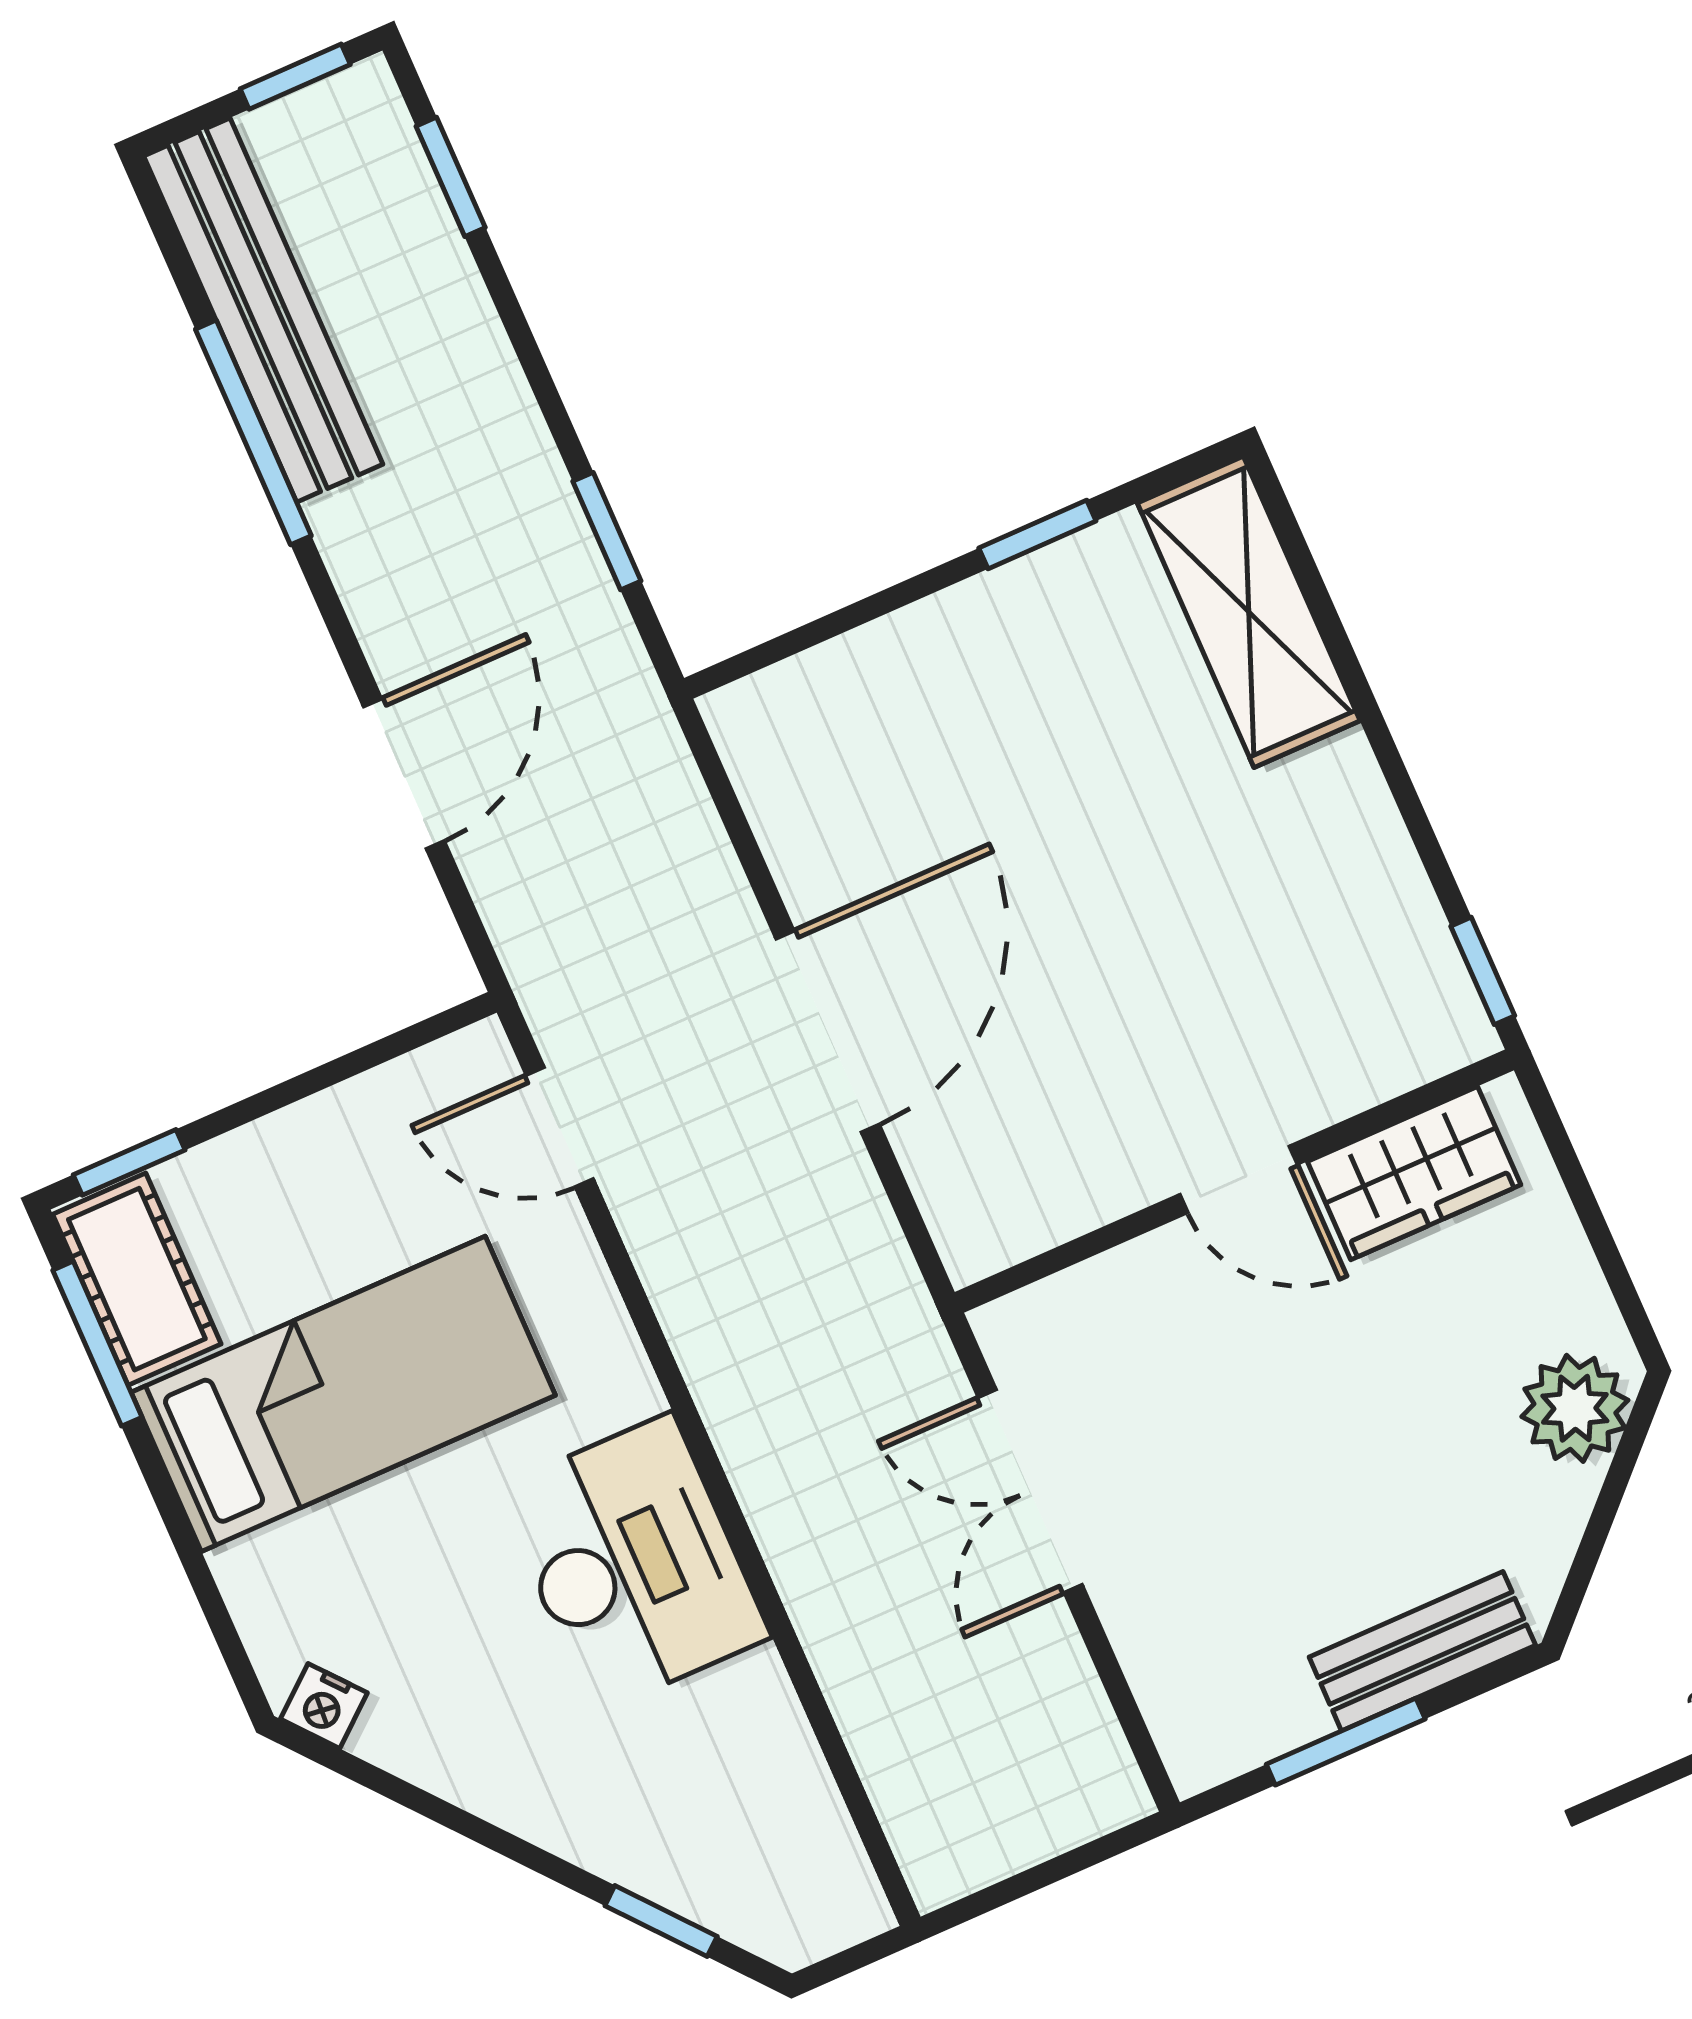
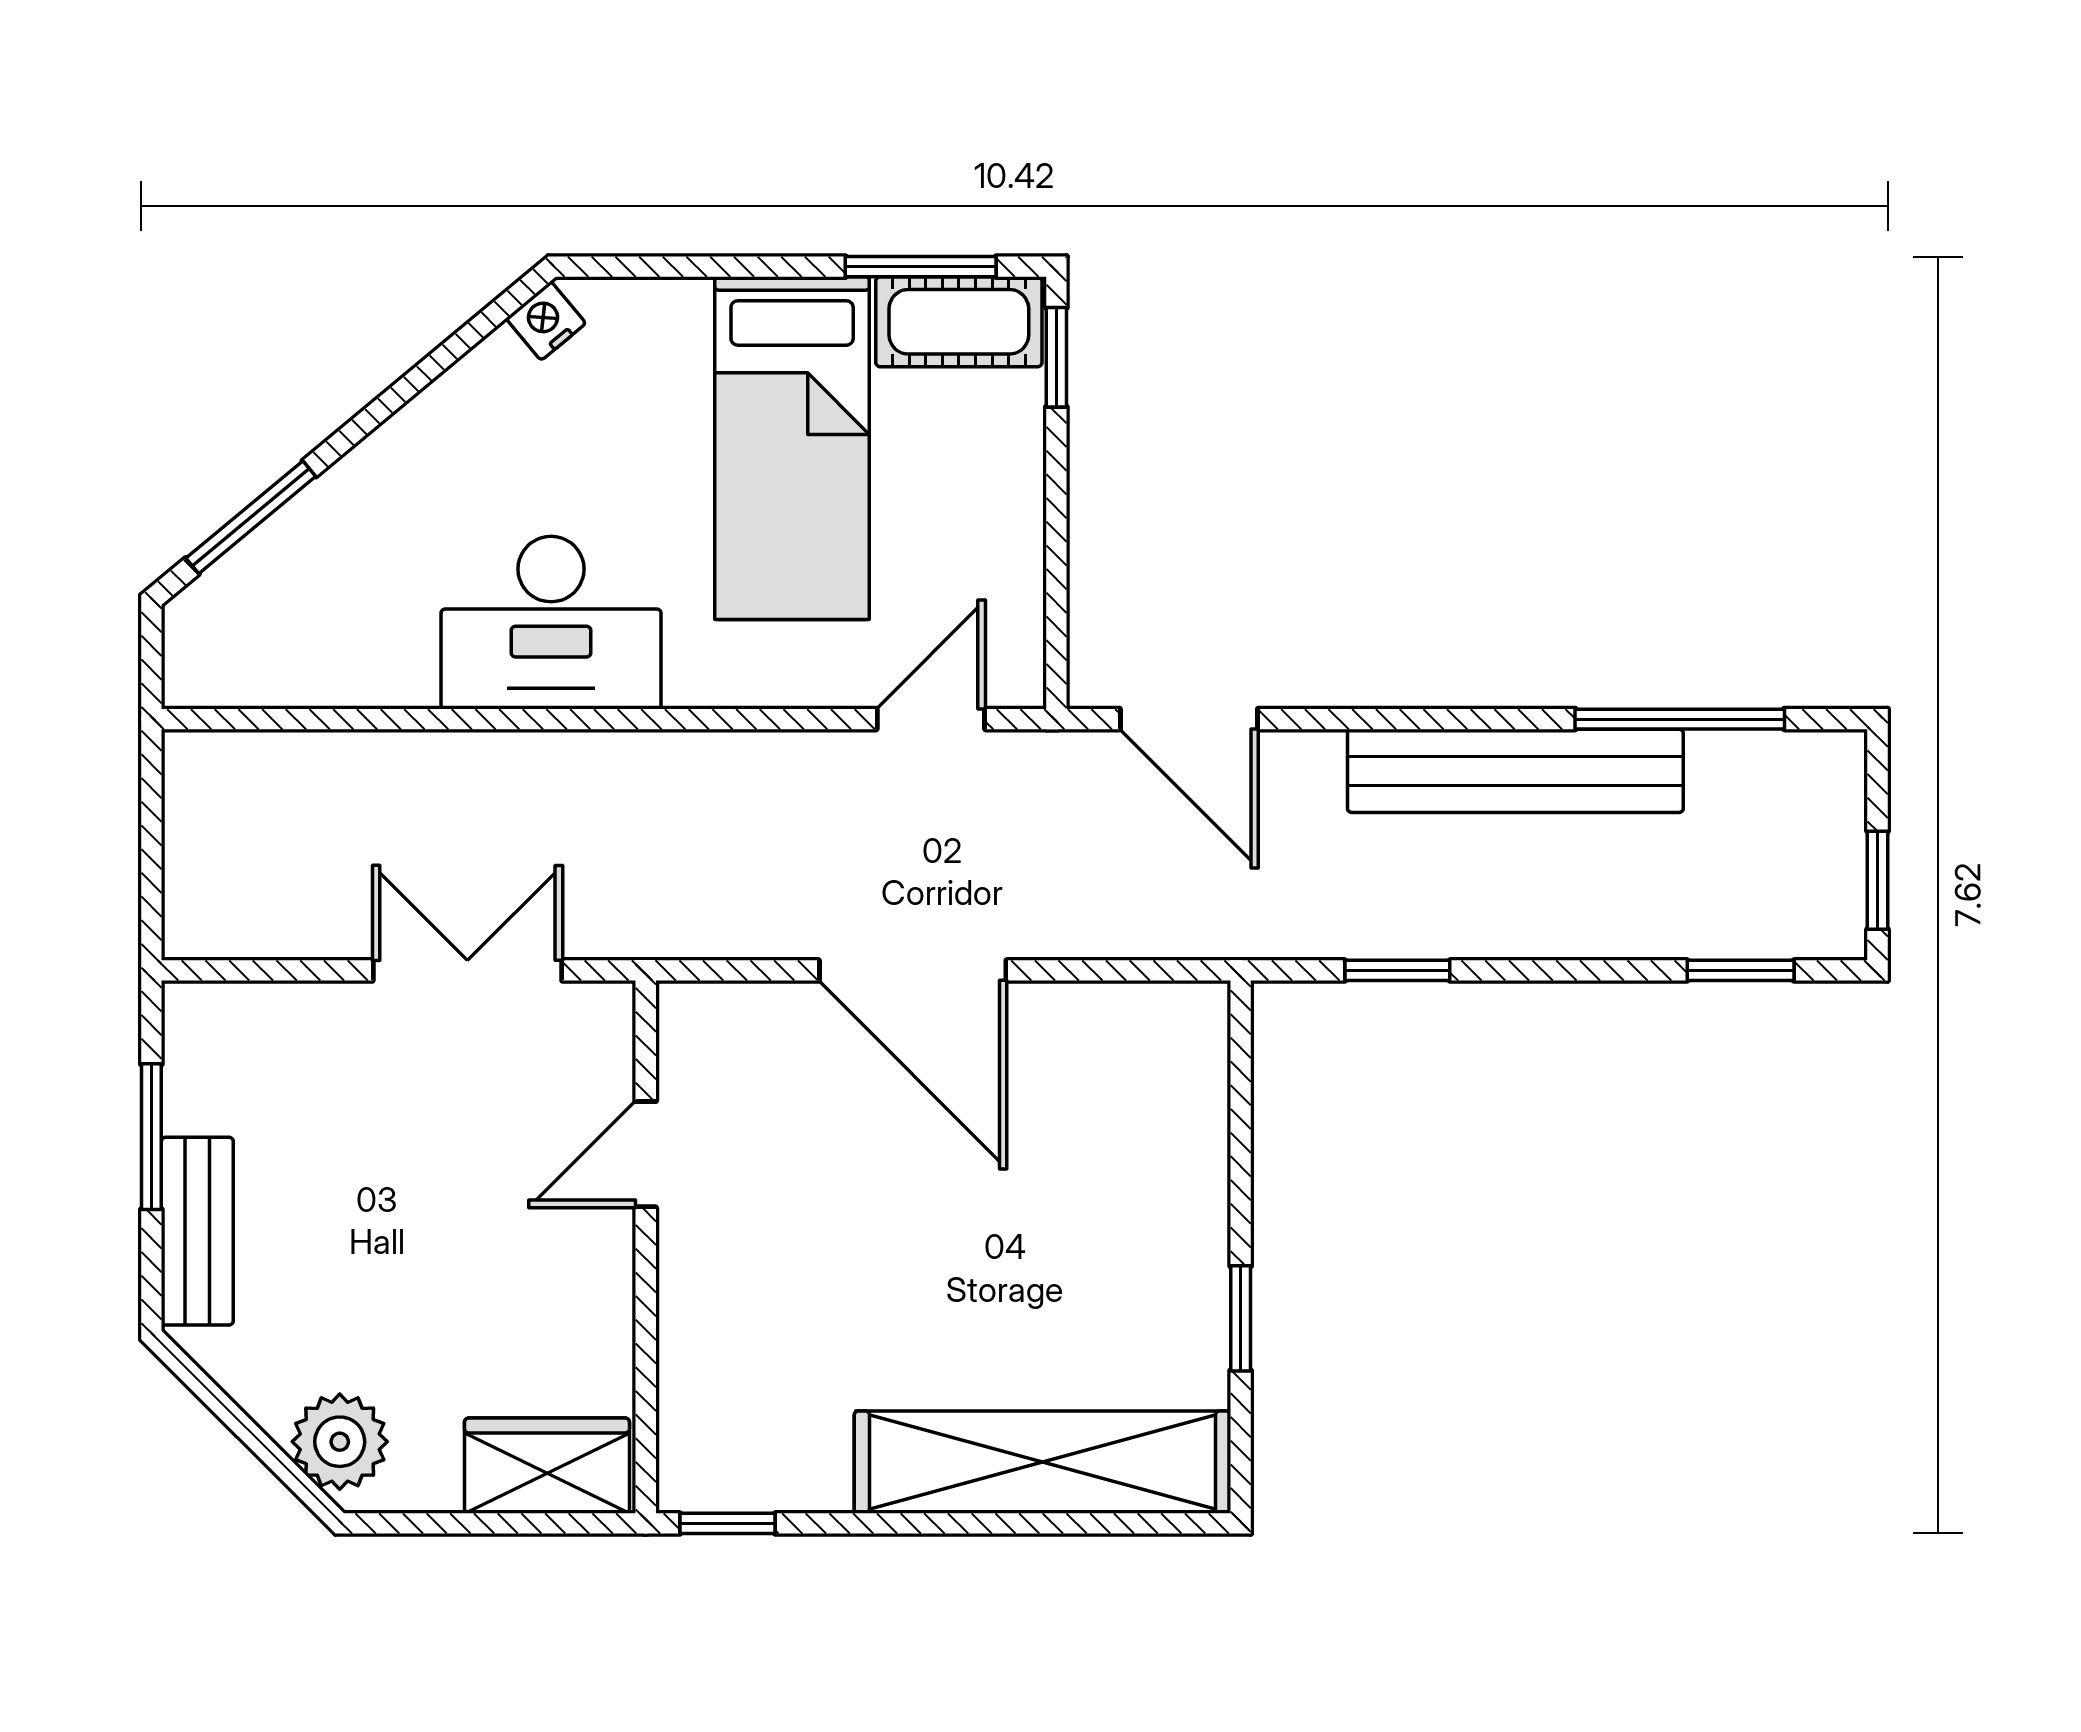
bench: (263, 310) -> (1515, 771), moved
window: (253, 432) -> (1680, 719), moved
shelving: (1249, 612) -> (1043, 1462), width x1.47
door: (404, 774) -> (1189, 719), moved
wardrobe: (1414, 1173) -> (547, 1466), moved, turned 90
door: (1239, 1179) -> (646, 1154), moved
window: (661, 1921) -> (251, 517), width x1.50

